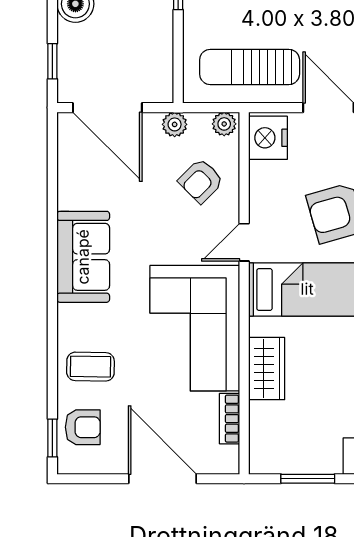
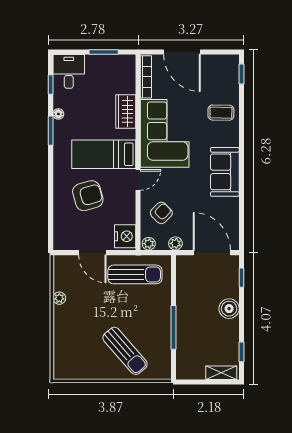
bookcase: (229, 419) -> (146, 77), width x1.56
armchair: (83, 427) -> (225, 80), removed

